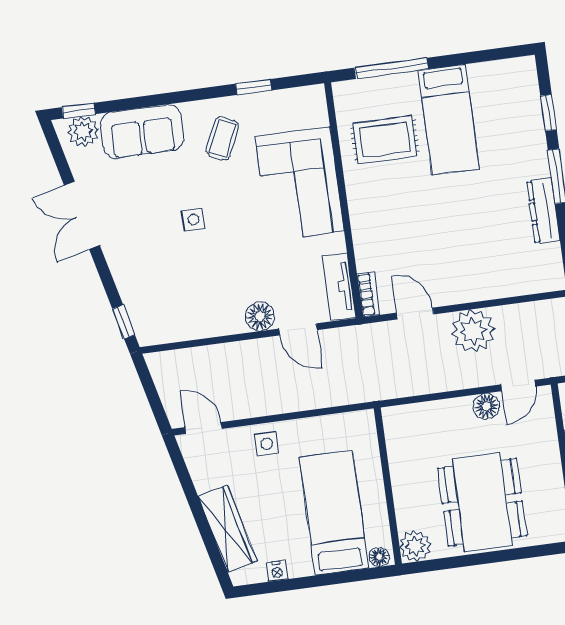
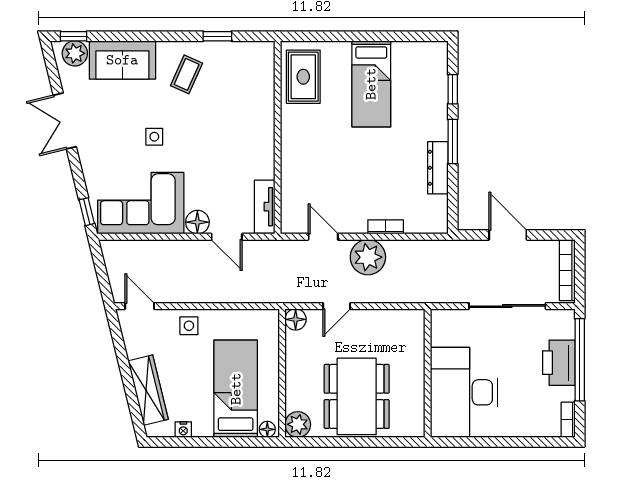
window: (391, 68) -> (331, 36), removed
rug: (385, 140) -> (303, 77), moved, turned 90
corner sofa: (300, 184) -> (141, 203), moved, turned 90
bookcase: (368, 294) -> (386, 227), moved, turned -90
door: (518, 385) -> (337, 306), moved
floor lamp: (486, 406) -> (296, 319), moved

